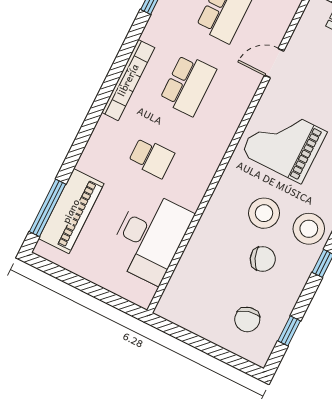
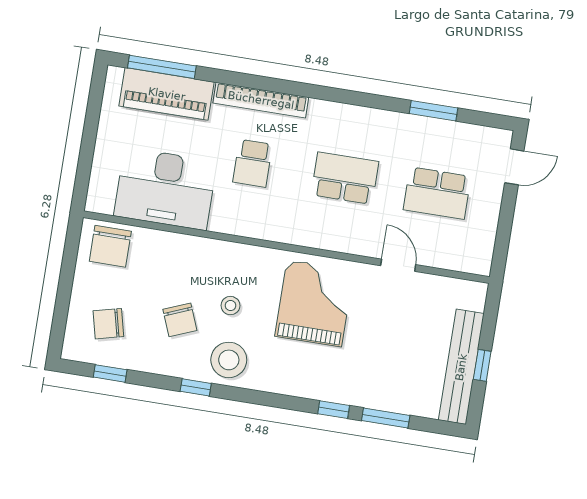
bookcase: (128, 80) -> (261, 100), moved
school desk: (188, 85) -> (345, 178), turned 180
stool: (264, 213) -> (230, 306), width x0.53, depth x0.53
chair: (183, 298) -> (110, 246), added

